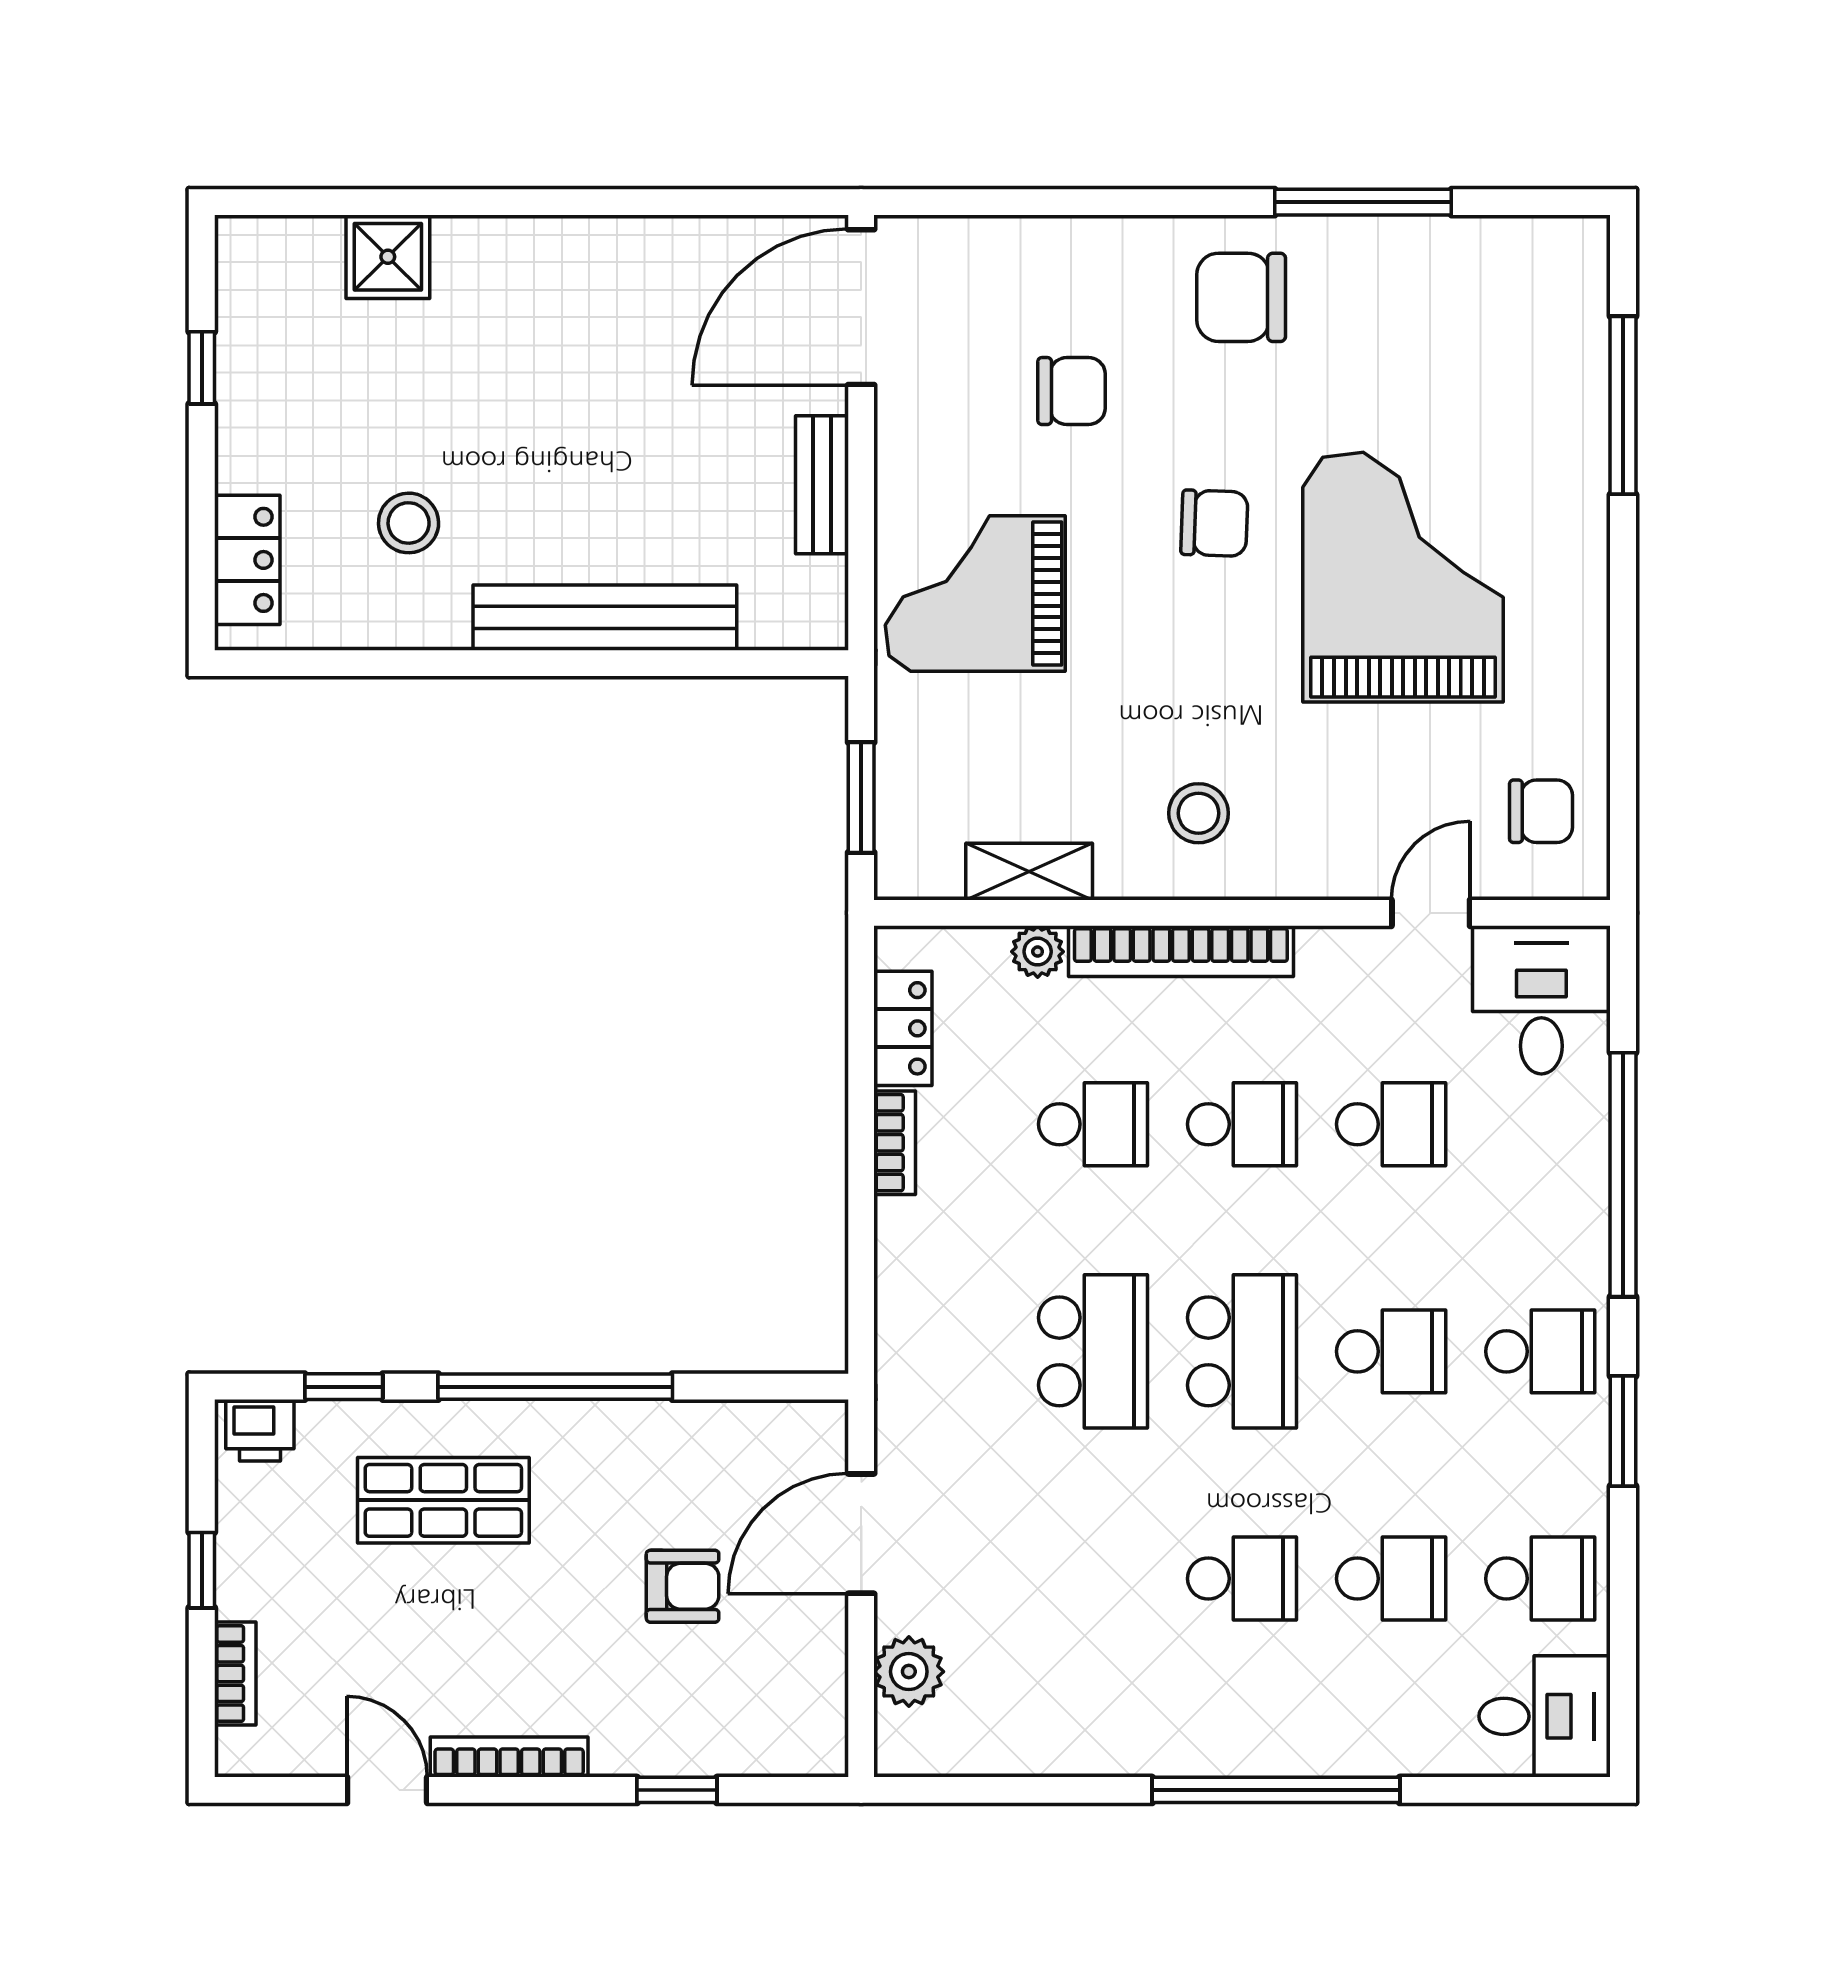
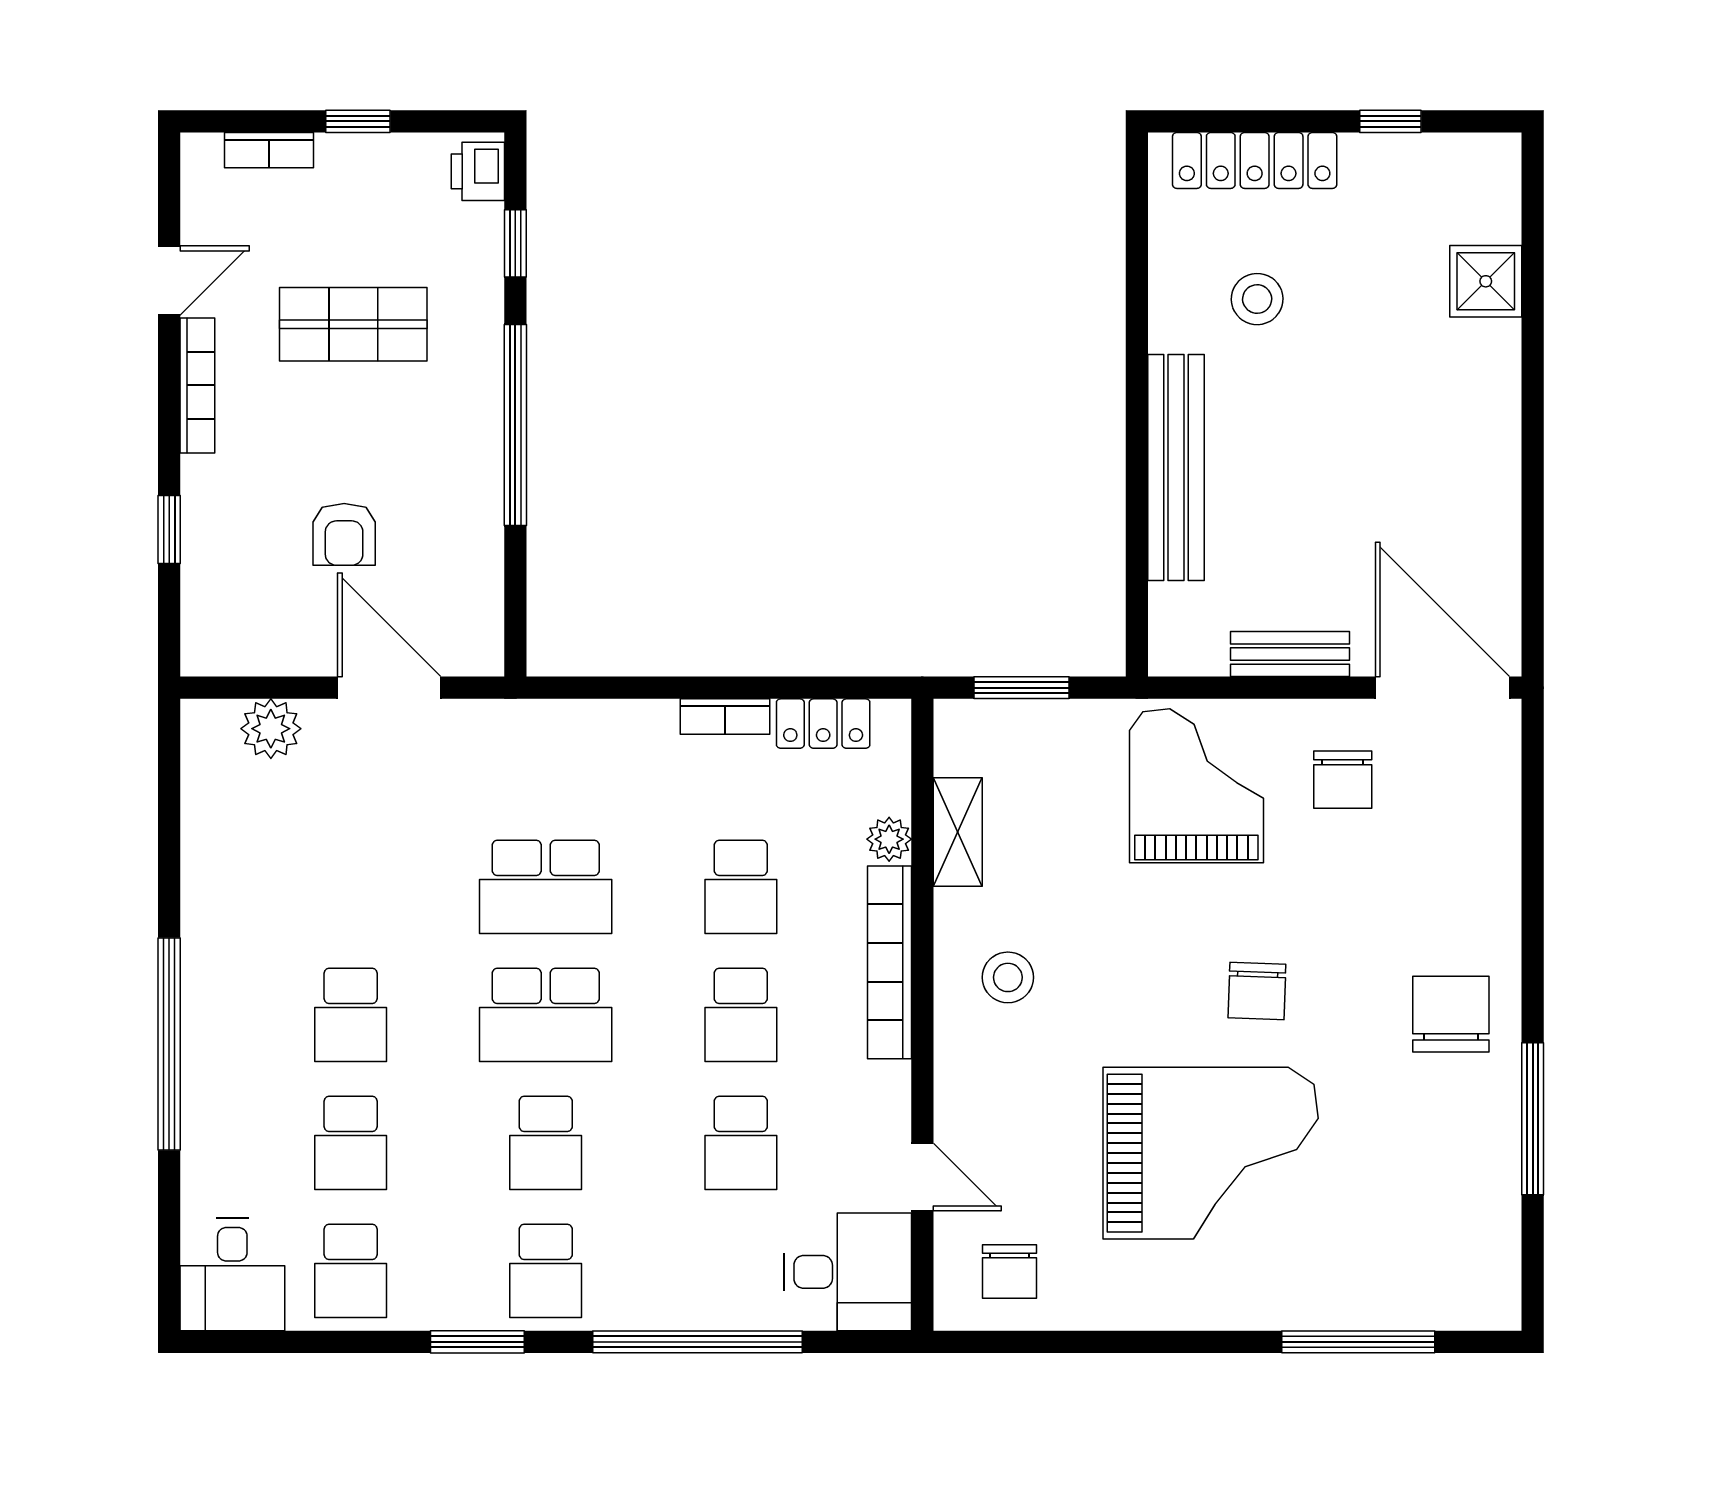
chair: (1072, 391) -> (1343, 780), moved
locker: (247, 560) -> (1255, 160), width x1.53
shop shelf: (443, 1500) -> (353, 324), moved, turned 90

